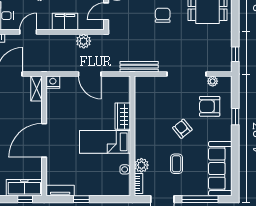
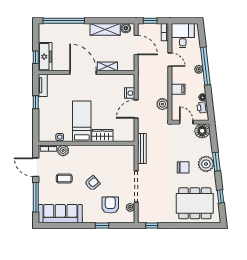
filing cabinet: (65, 21) -> (178, 89), width x0.50
nightstand: (53, 82) -> (130, 93), moved
shelving: (37, 89) -> (107, 66), moved

